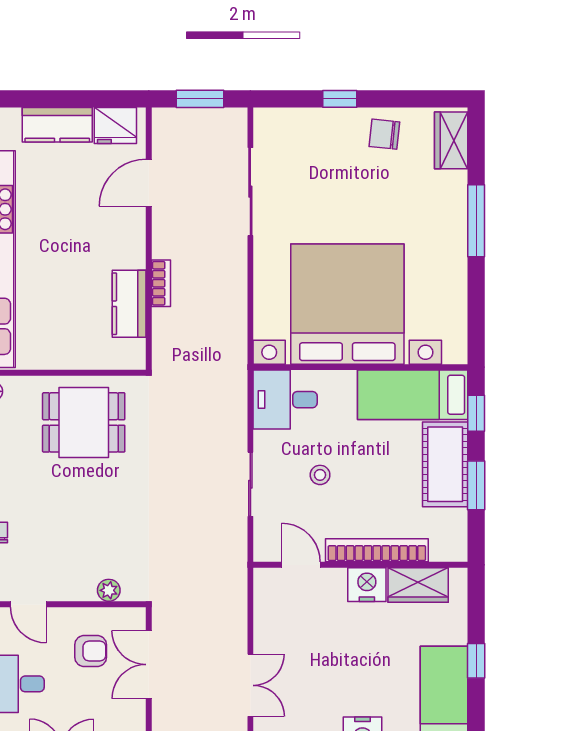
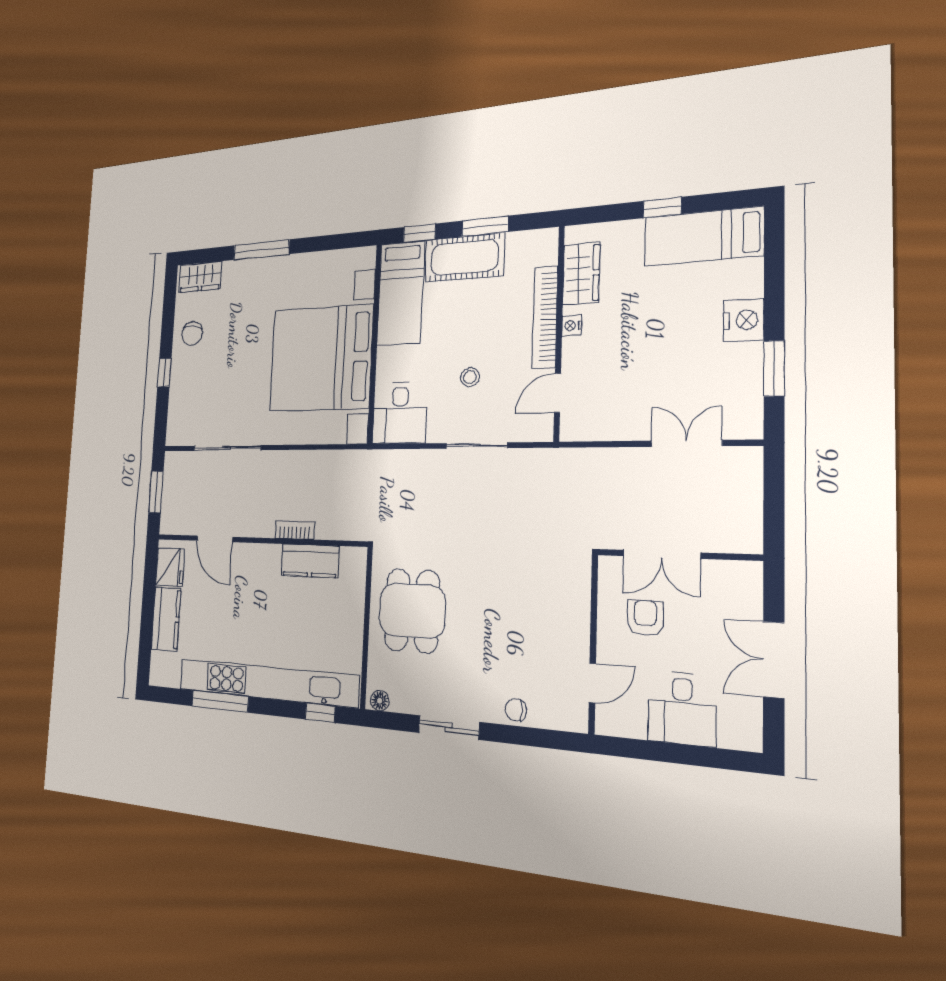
nightstand: (367, 585) -> (572, 326), width x0.53, depth x0.56
plant: (109, 590) -> (579, 594), removed

